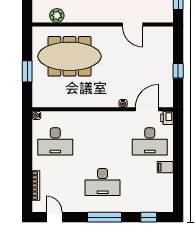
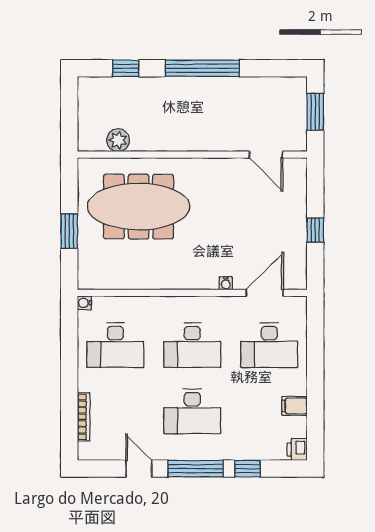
door: (133, 24) -> (266, 155), moved
printer: (167, 118) -> (297, 450), moved
desk: (103, 141) -> (192, 345), added
filing cabinet: (165, 167) -> (294, 406), moved
door: (54, 217) -> (139, 469), moved
window: (149, 217) -> (247, 469), moved

